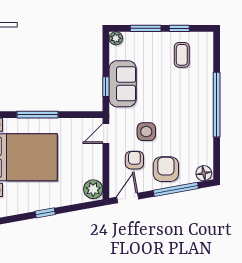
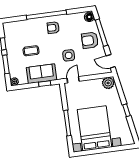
coffee table: (182, 55) -> (31, 51), moved
door: (106, 133) -> (73, 80), swing flipped
armchair: (134, 160) -> (53, 28), moved

